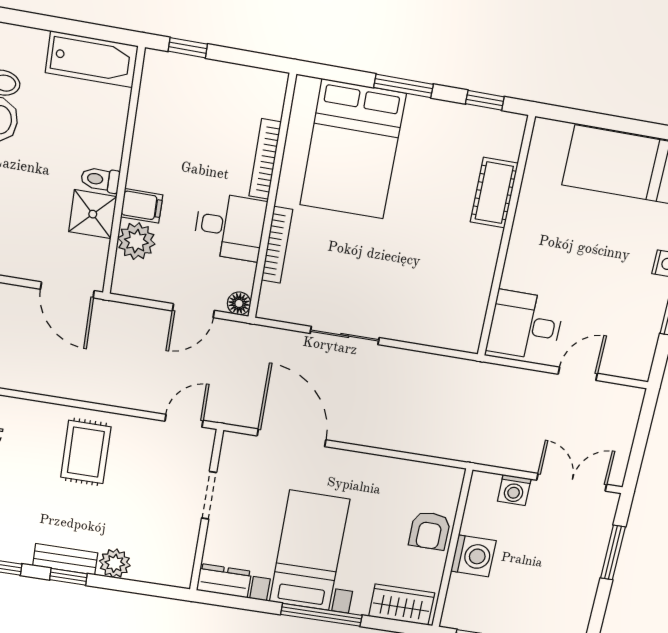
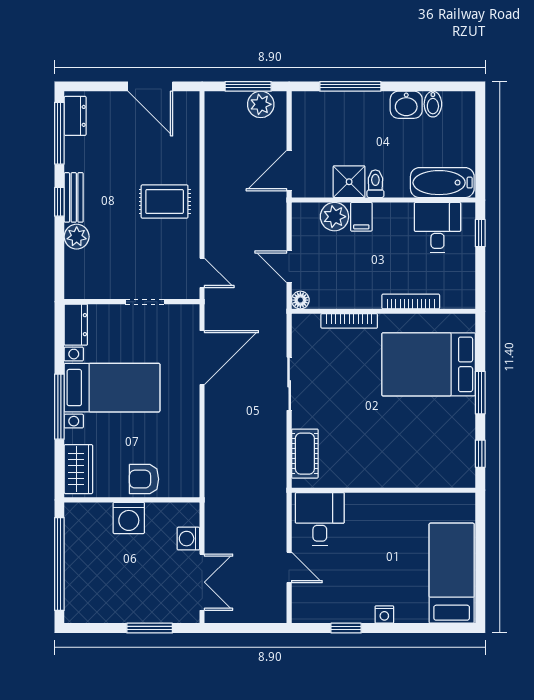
bathtub: (92, 59) -> (442, 183), moved, turned 90
cot: (494, 193) -> (305, 454), moved, turned 90
desk: (230, 227) -> (437, 227), moved, turned 180

